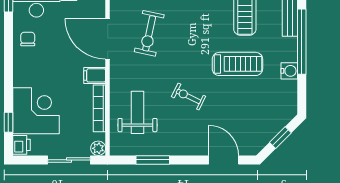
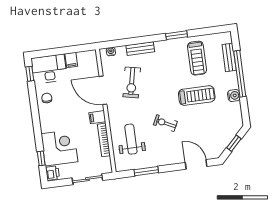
plant: (98, 148) -> (107, 168), removed

